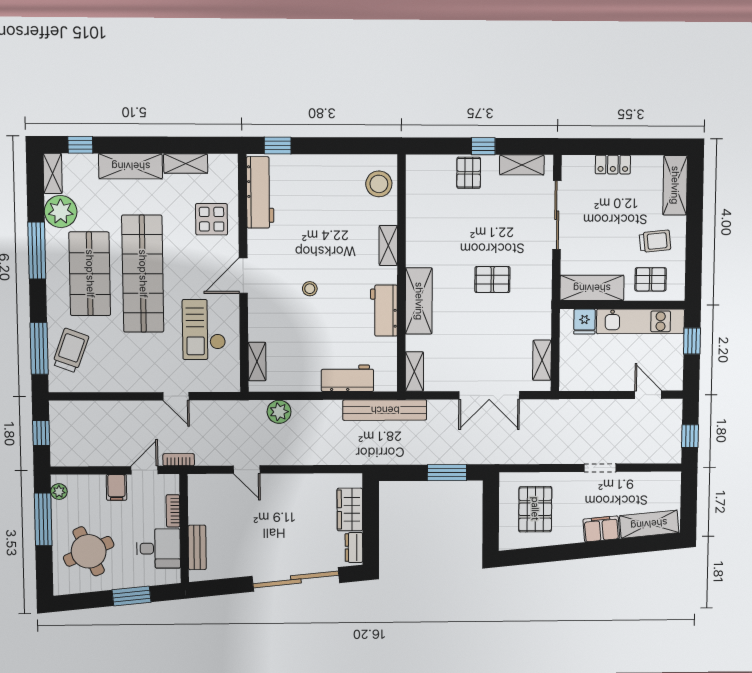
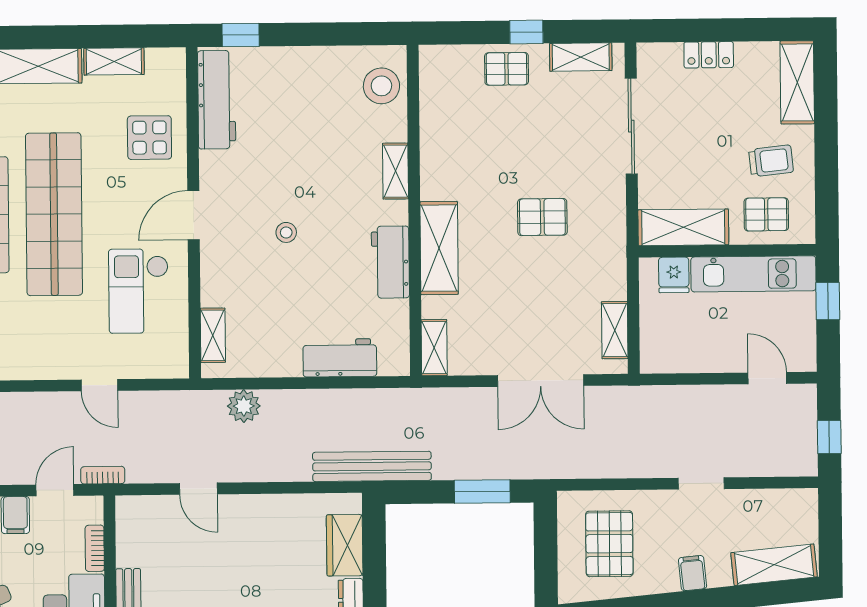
pallet: (469, 173) -> (507, 69), turned 90
bench: (385, 410) -> (372, 466), moved
filing cabinet: (601, 529) -> (693, 573), width x0.50

